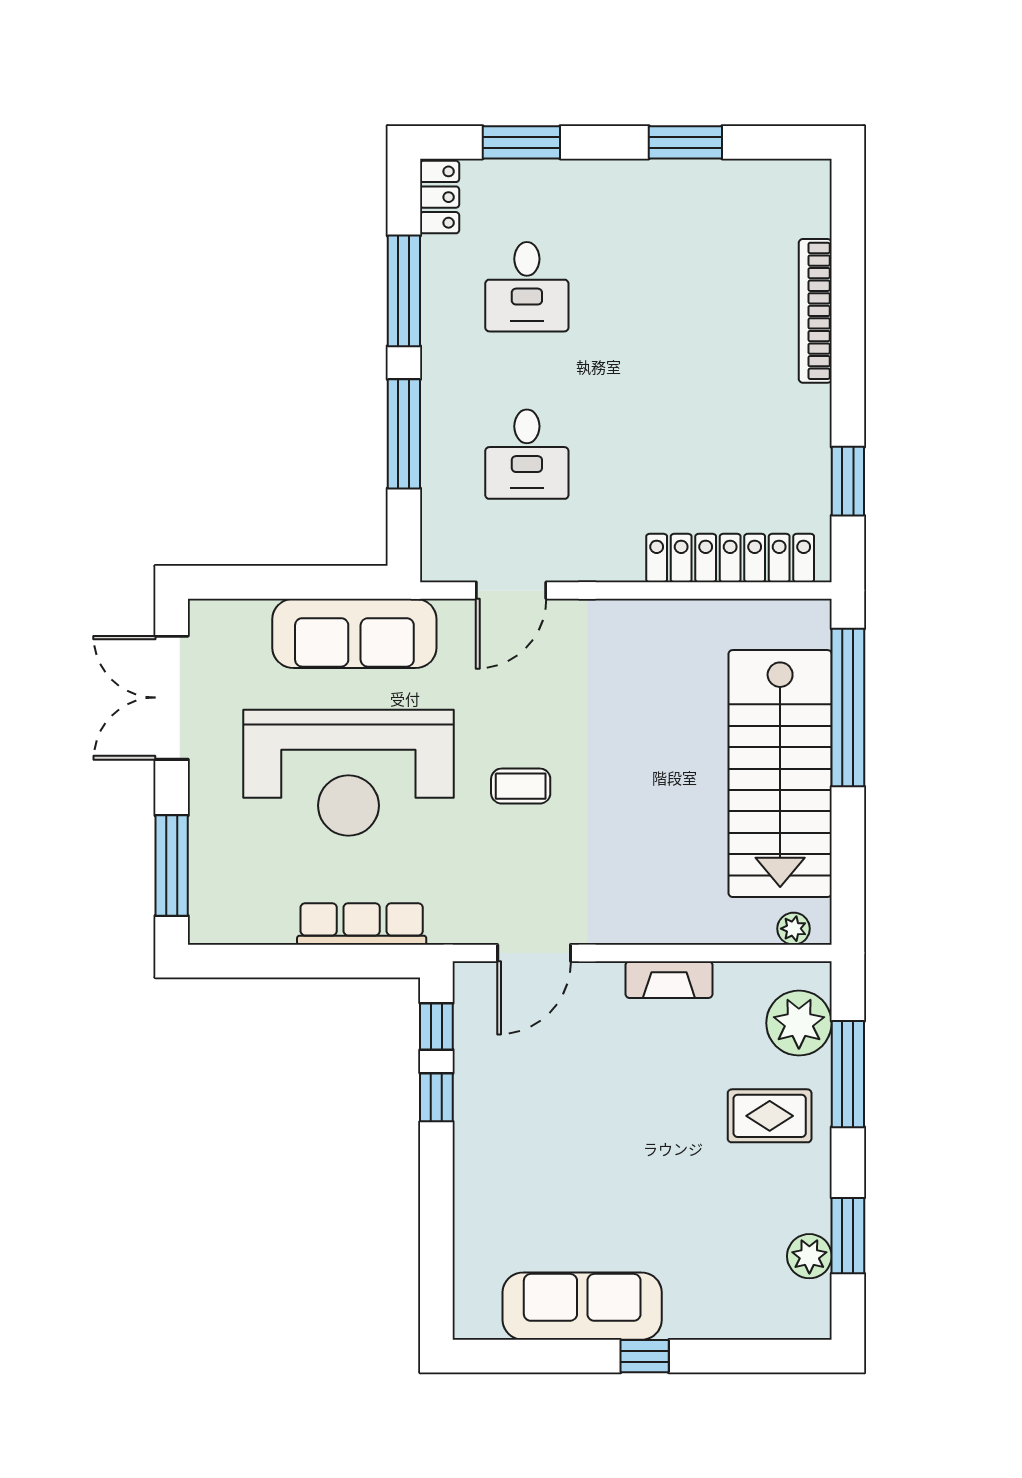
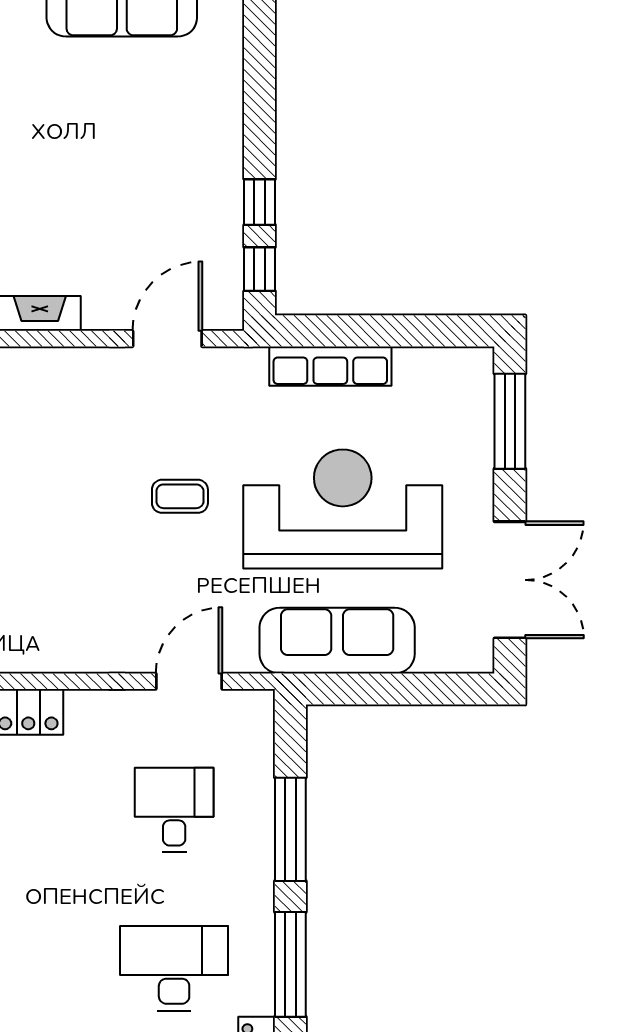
desk: (527, 287) -> (174, 968), width x1.37

